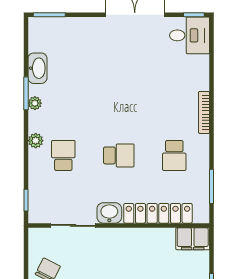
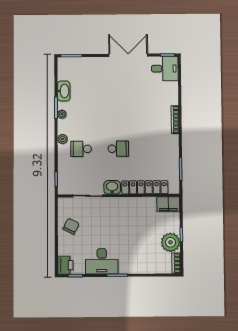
school desk: (63, 155) -> (81, 149), turned -90
school desk: (174, 155) -> (155, 148), removed

